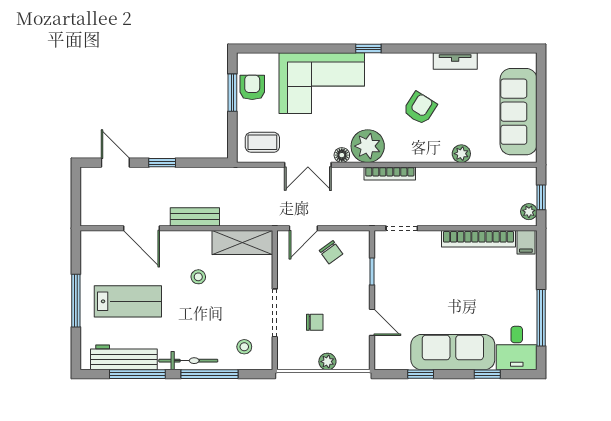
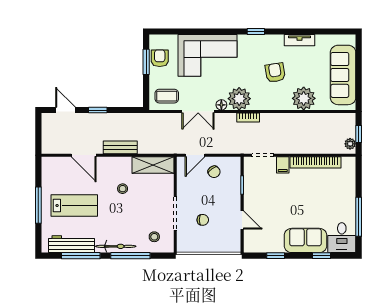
window: (368, 48) -> (256, 31), moved
armchair: (420, 108) -> (275, 73), turned -41
plant: (461, 154) -> (304, 98), width x1.88, depth x1.88
bookcase: (390, 173) -> (248, 118), width x0.64
filing cabinet: (526, 242) -> (283, 165), moved
sofa: (453, 352) -> (305, 240), width x0.73
plant: (327, 362) -> (212, 247), removed

